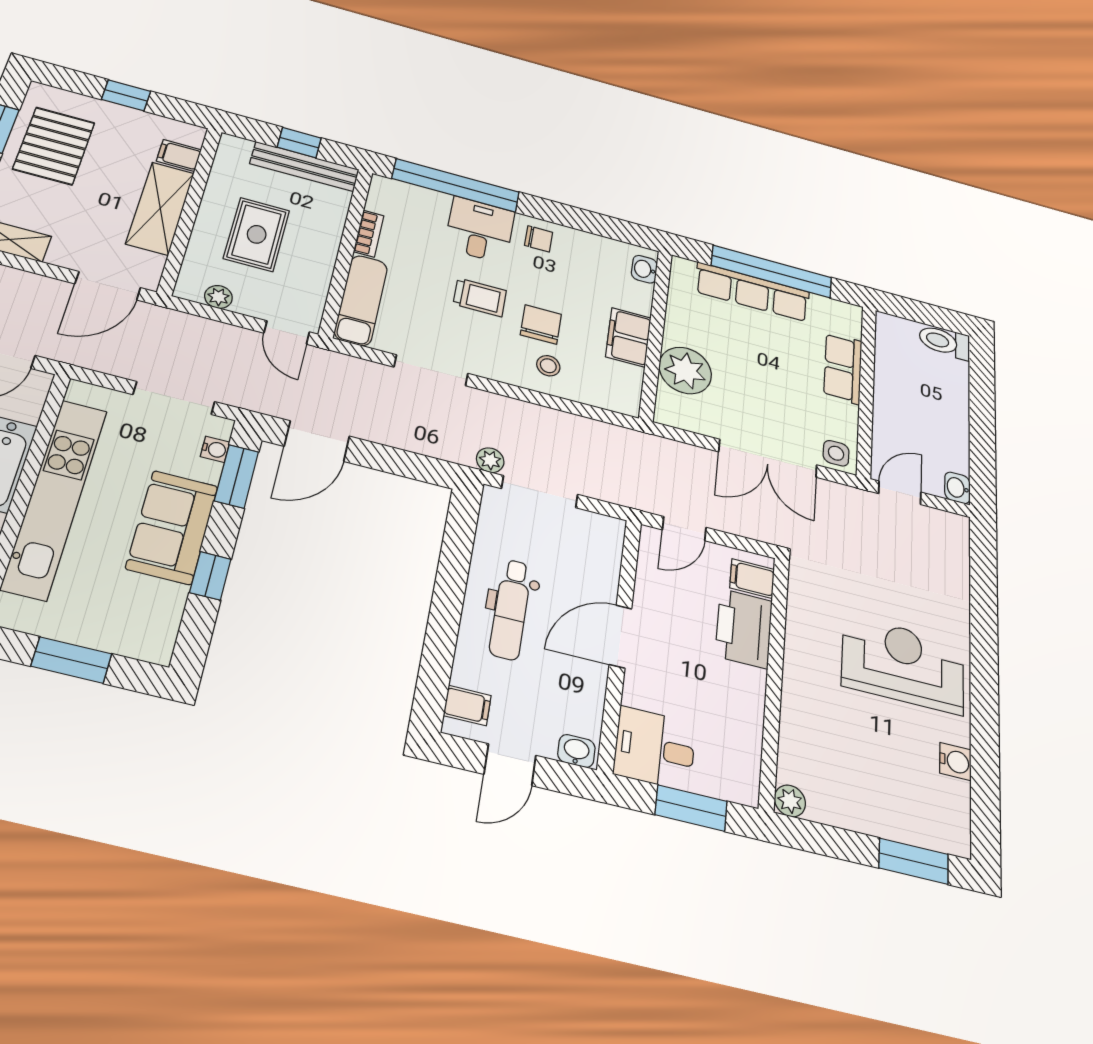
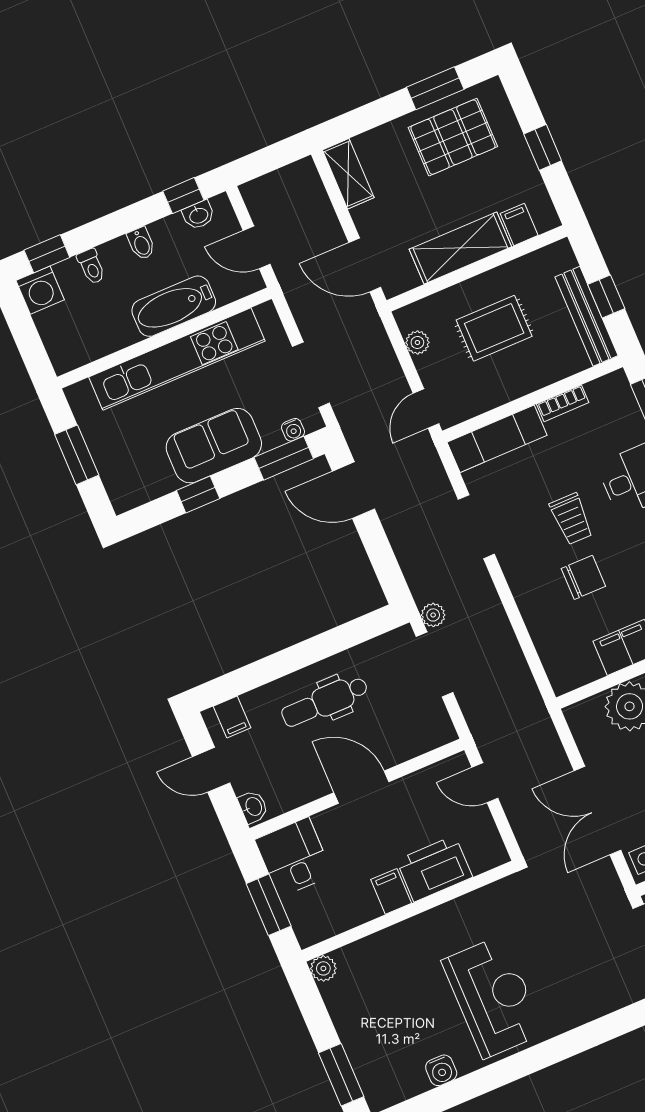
stool: (548, 366) -> (550, 605), removed
filing cabinet: (752, 579) -> (391, 891), moved

